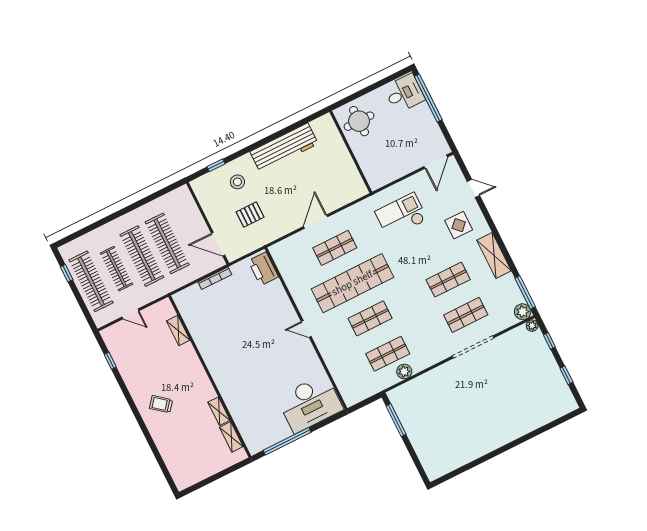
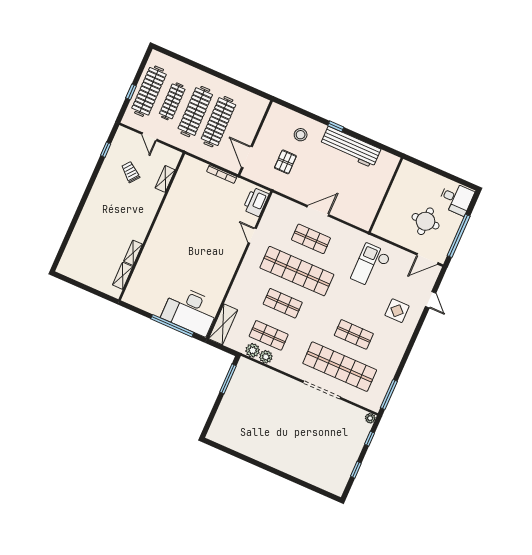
window: (428, 98) -> (459, 236), moved
round table: (359, 121) -> (426, 221), moved
window: (216, 165) -> (336, 126), moved
pallet: (250, 215) -> (285, 162), turned 90
checkout: (401, 216) -> (371, 266), turned -90
shelving: (494, 255) -> (223, 324), moved
window: (67, 273) -> (131, 92), moved
plant: (523, 312) -> (253, 350), moved
shop shelf: (466, 315) -> (340, 367), width x2.00, depth x1.36
door: (306, 329) -> (252, 236), moved
trolley: (161, 404) -> (130, 172), moved
window: (287, 441) -> (172, 326), moved

